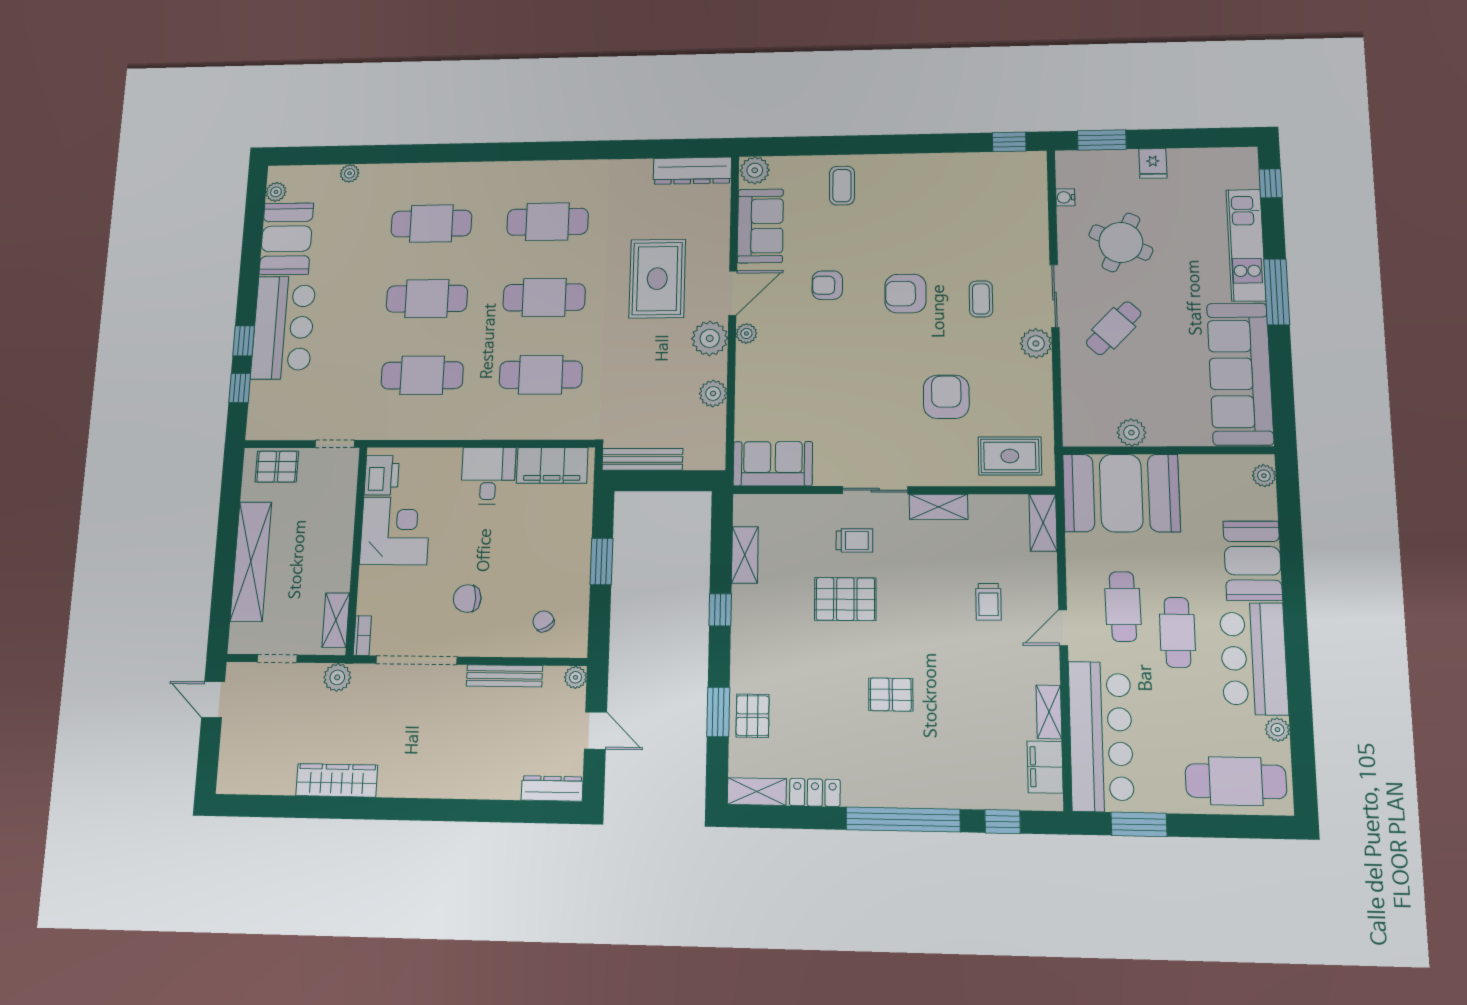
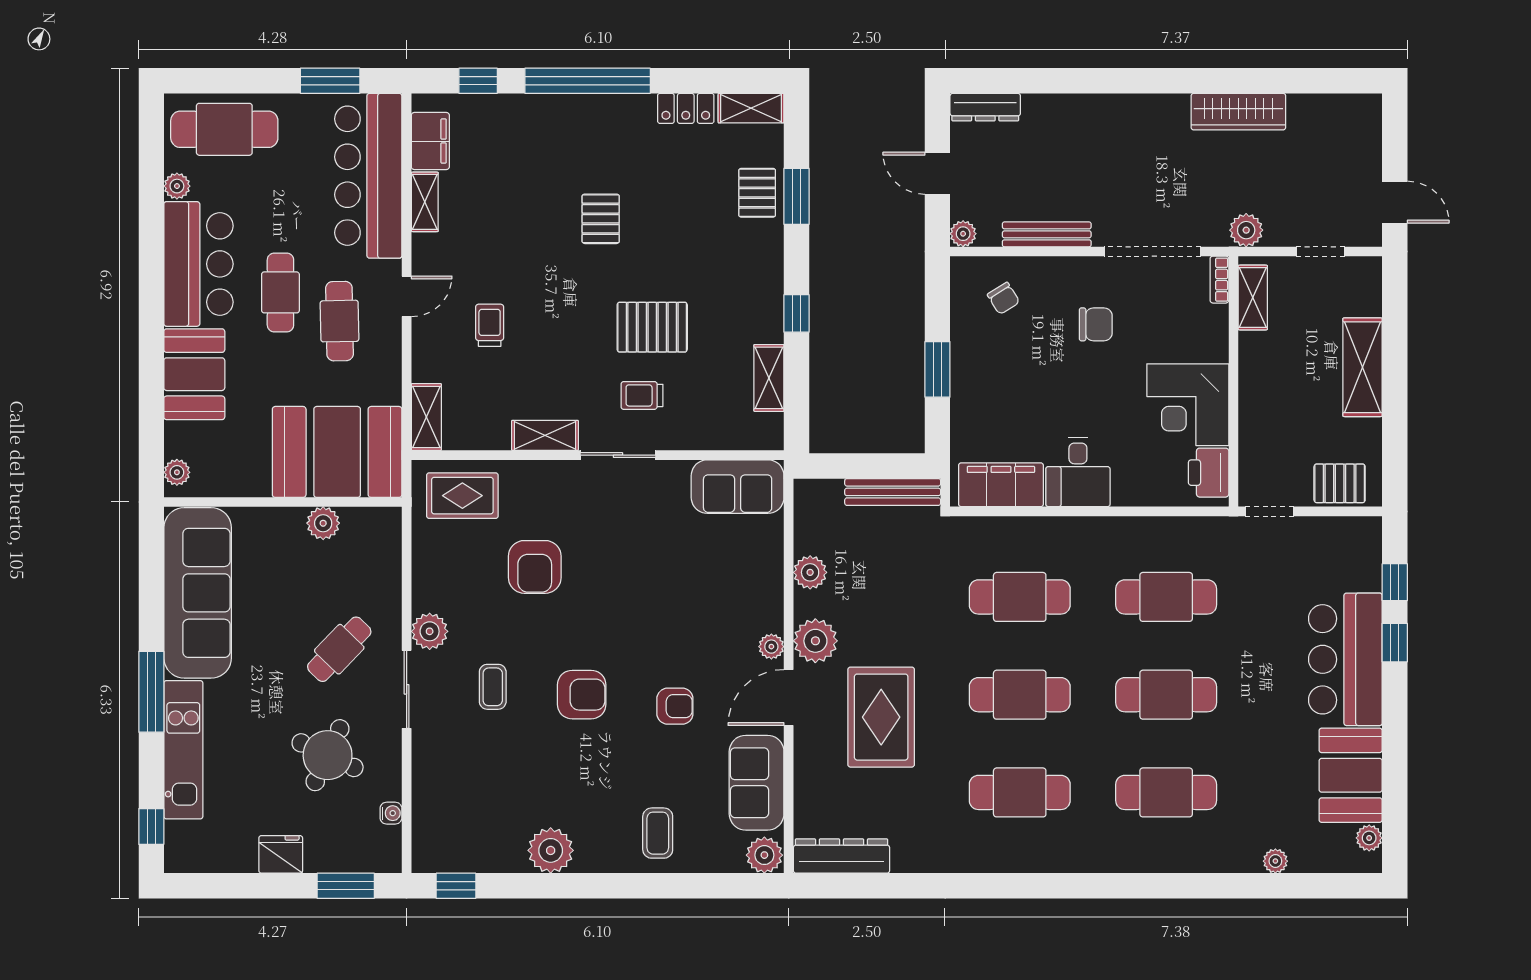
fridge: (1153, 163) -> (281, 854), width x1.38
plant: (931, 171) -> (551, 850), added
shelving: (251, 561) -> (1363, 367), width x0.68
pallet: (891, 695) -> (601, 219), turned 90

